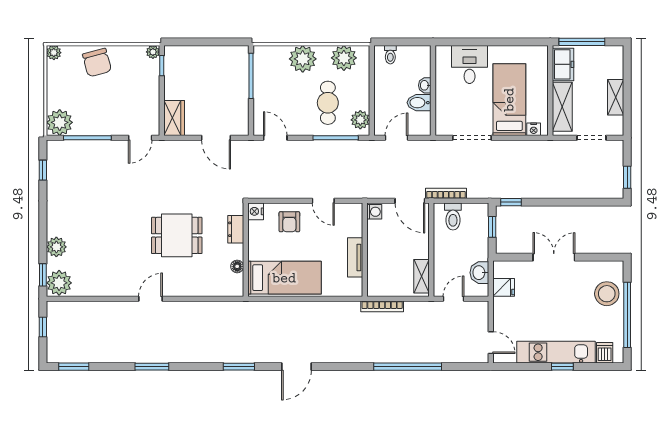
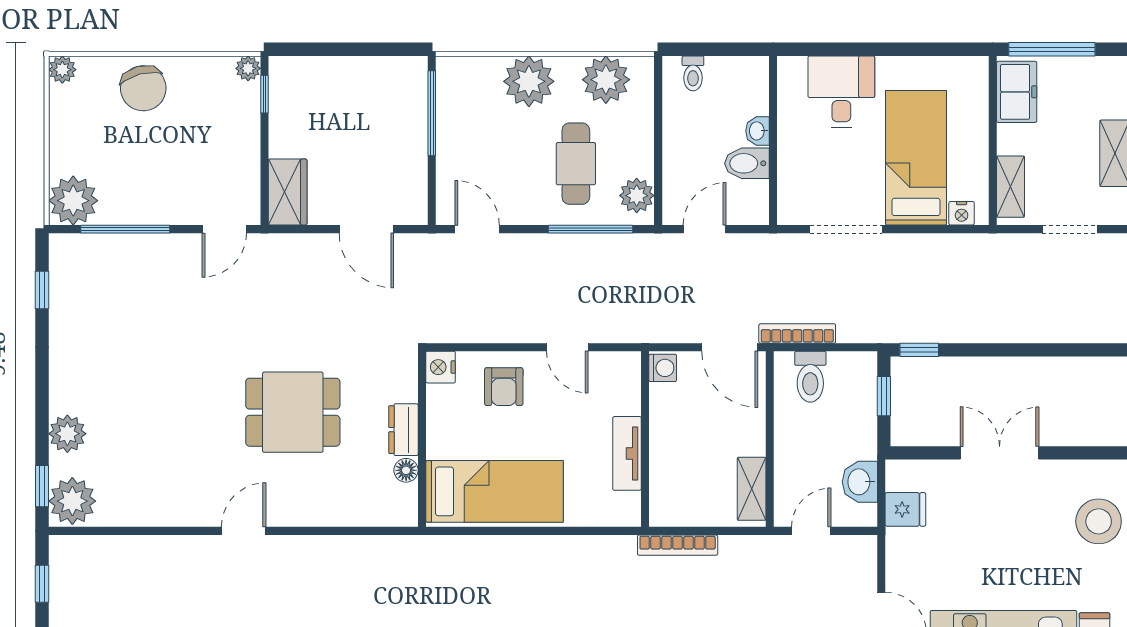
shelving: (562, 107) -> (1011, 187), width x0.67, depth x0.75
dresser: (236, 229) -> (403, 430), moved

